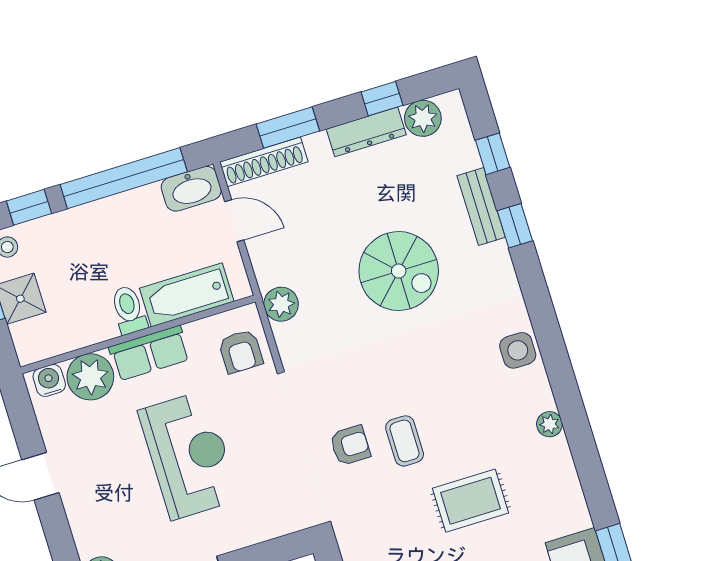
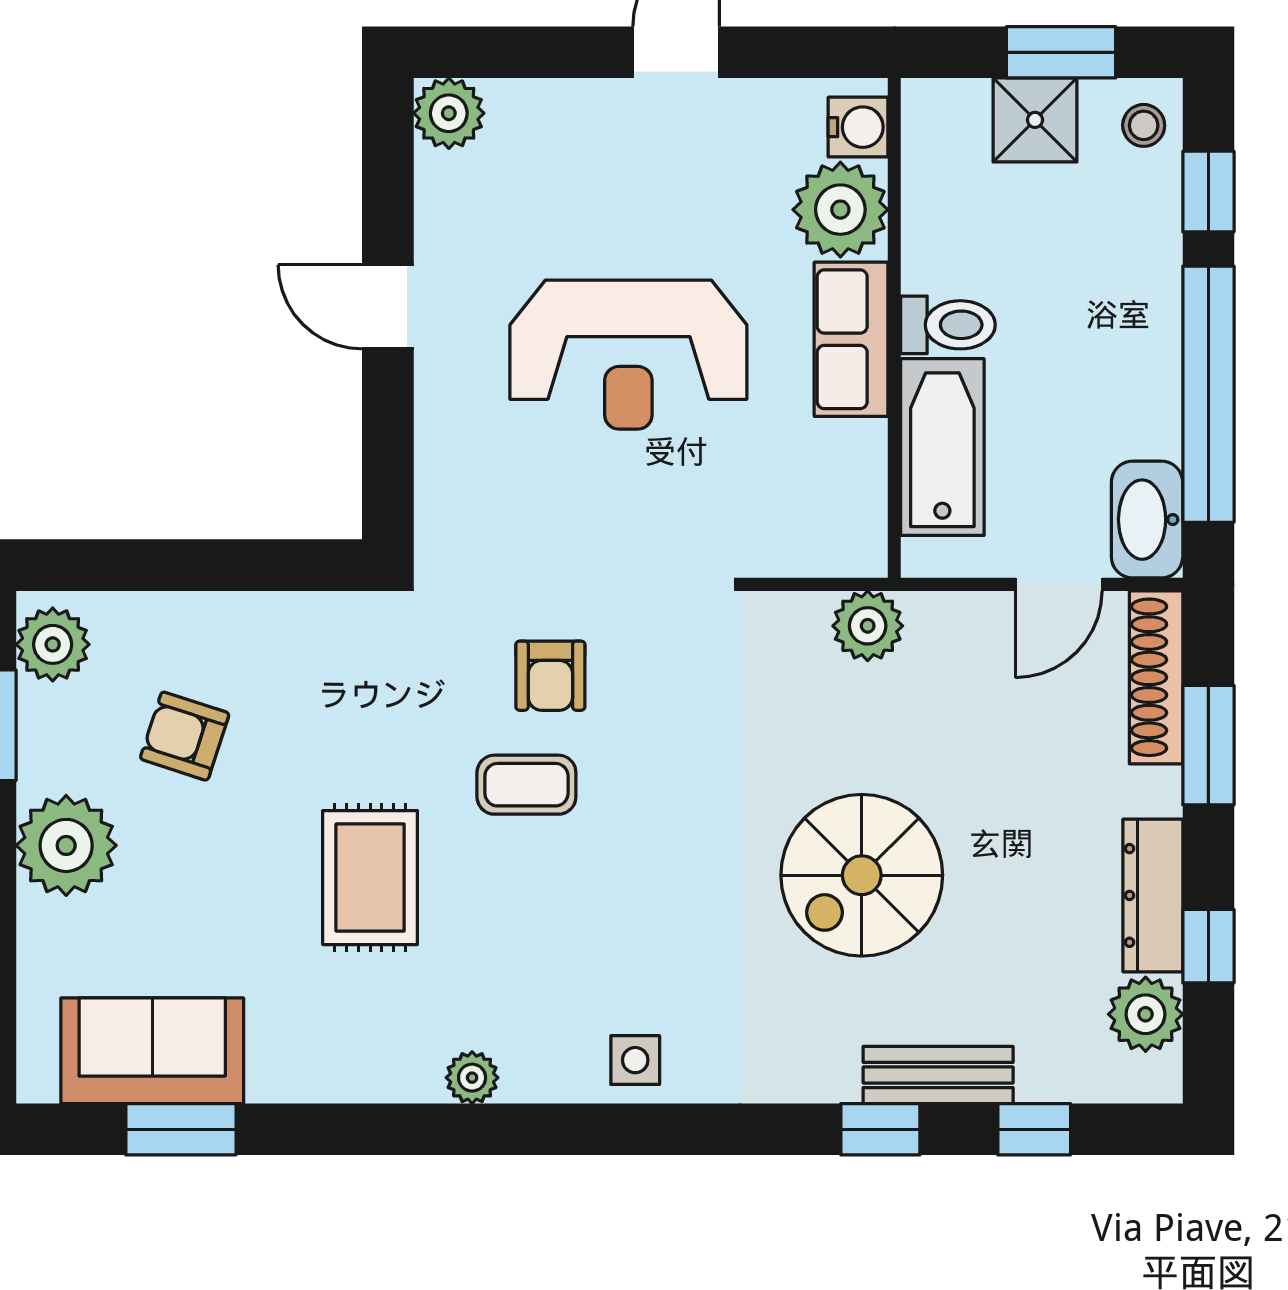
side table: (518, 350) -> (635, 1060), width x0.73, depth x0.73
armchair: (241, 351) -> (800, 518), removed

